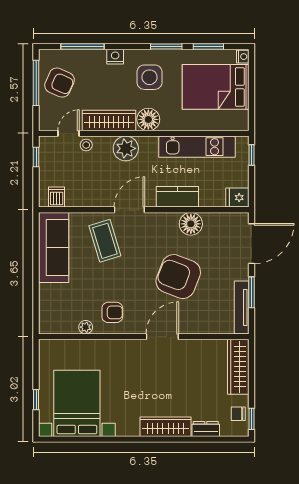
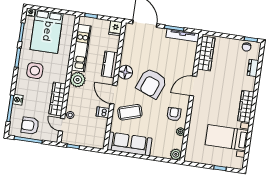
nightstand: (115, 57) -> (18, 100), moved
armchair: (60, 83) -> (30, 126), turned -114
floor lamp: (148, 119) -> (60, 75), removed
plant: (126, 148) -> (78, 80), moved
dishwasher: (57, 197) -> (103, 112), moved
floor lamp: (191, 224) -> (125, 72), moved
armchair: (178, 277) -> (152, 83), moved
plant: (48, 325) -> (176, 154), added
door: (162, 337) -> (193, 86), hinge flipped
wardrobe: (238, 367) -> (206, 53), moved, turned -90
bed with nightstands: (77, 403) -> (227, 138), width x0.73
wardrobe: (165, 427) -> (246, 106), moved

